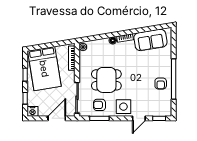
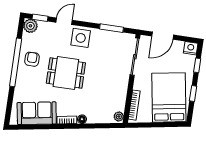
dining table: (106, 80) -> (66, 73), moved
armchair: (100, 105) -> (109, 44), removed
plant: (166, 111) -> (30, 26), added

